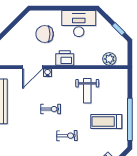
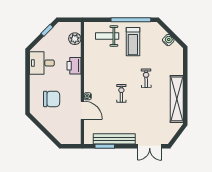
desk: (79, 24) -> (42, 63), width x0.73
chair: (45, 34) -> (52, 99), turned -90
printer: (65, 58) -> (74, 66), moved
weight bench: (87, 91) -> (107, 36), moved, turned 180

